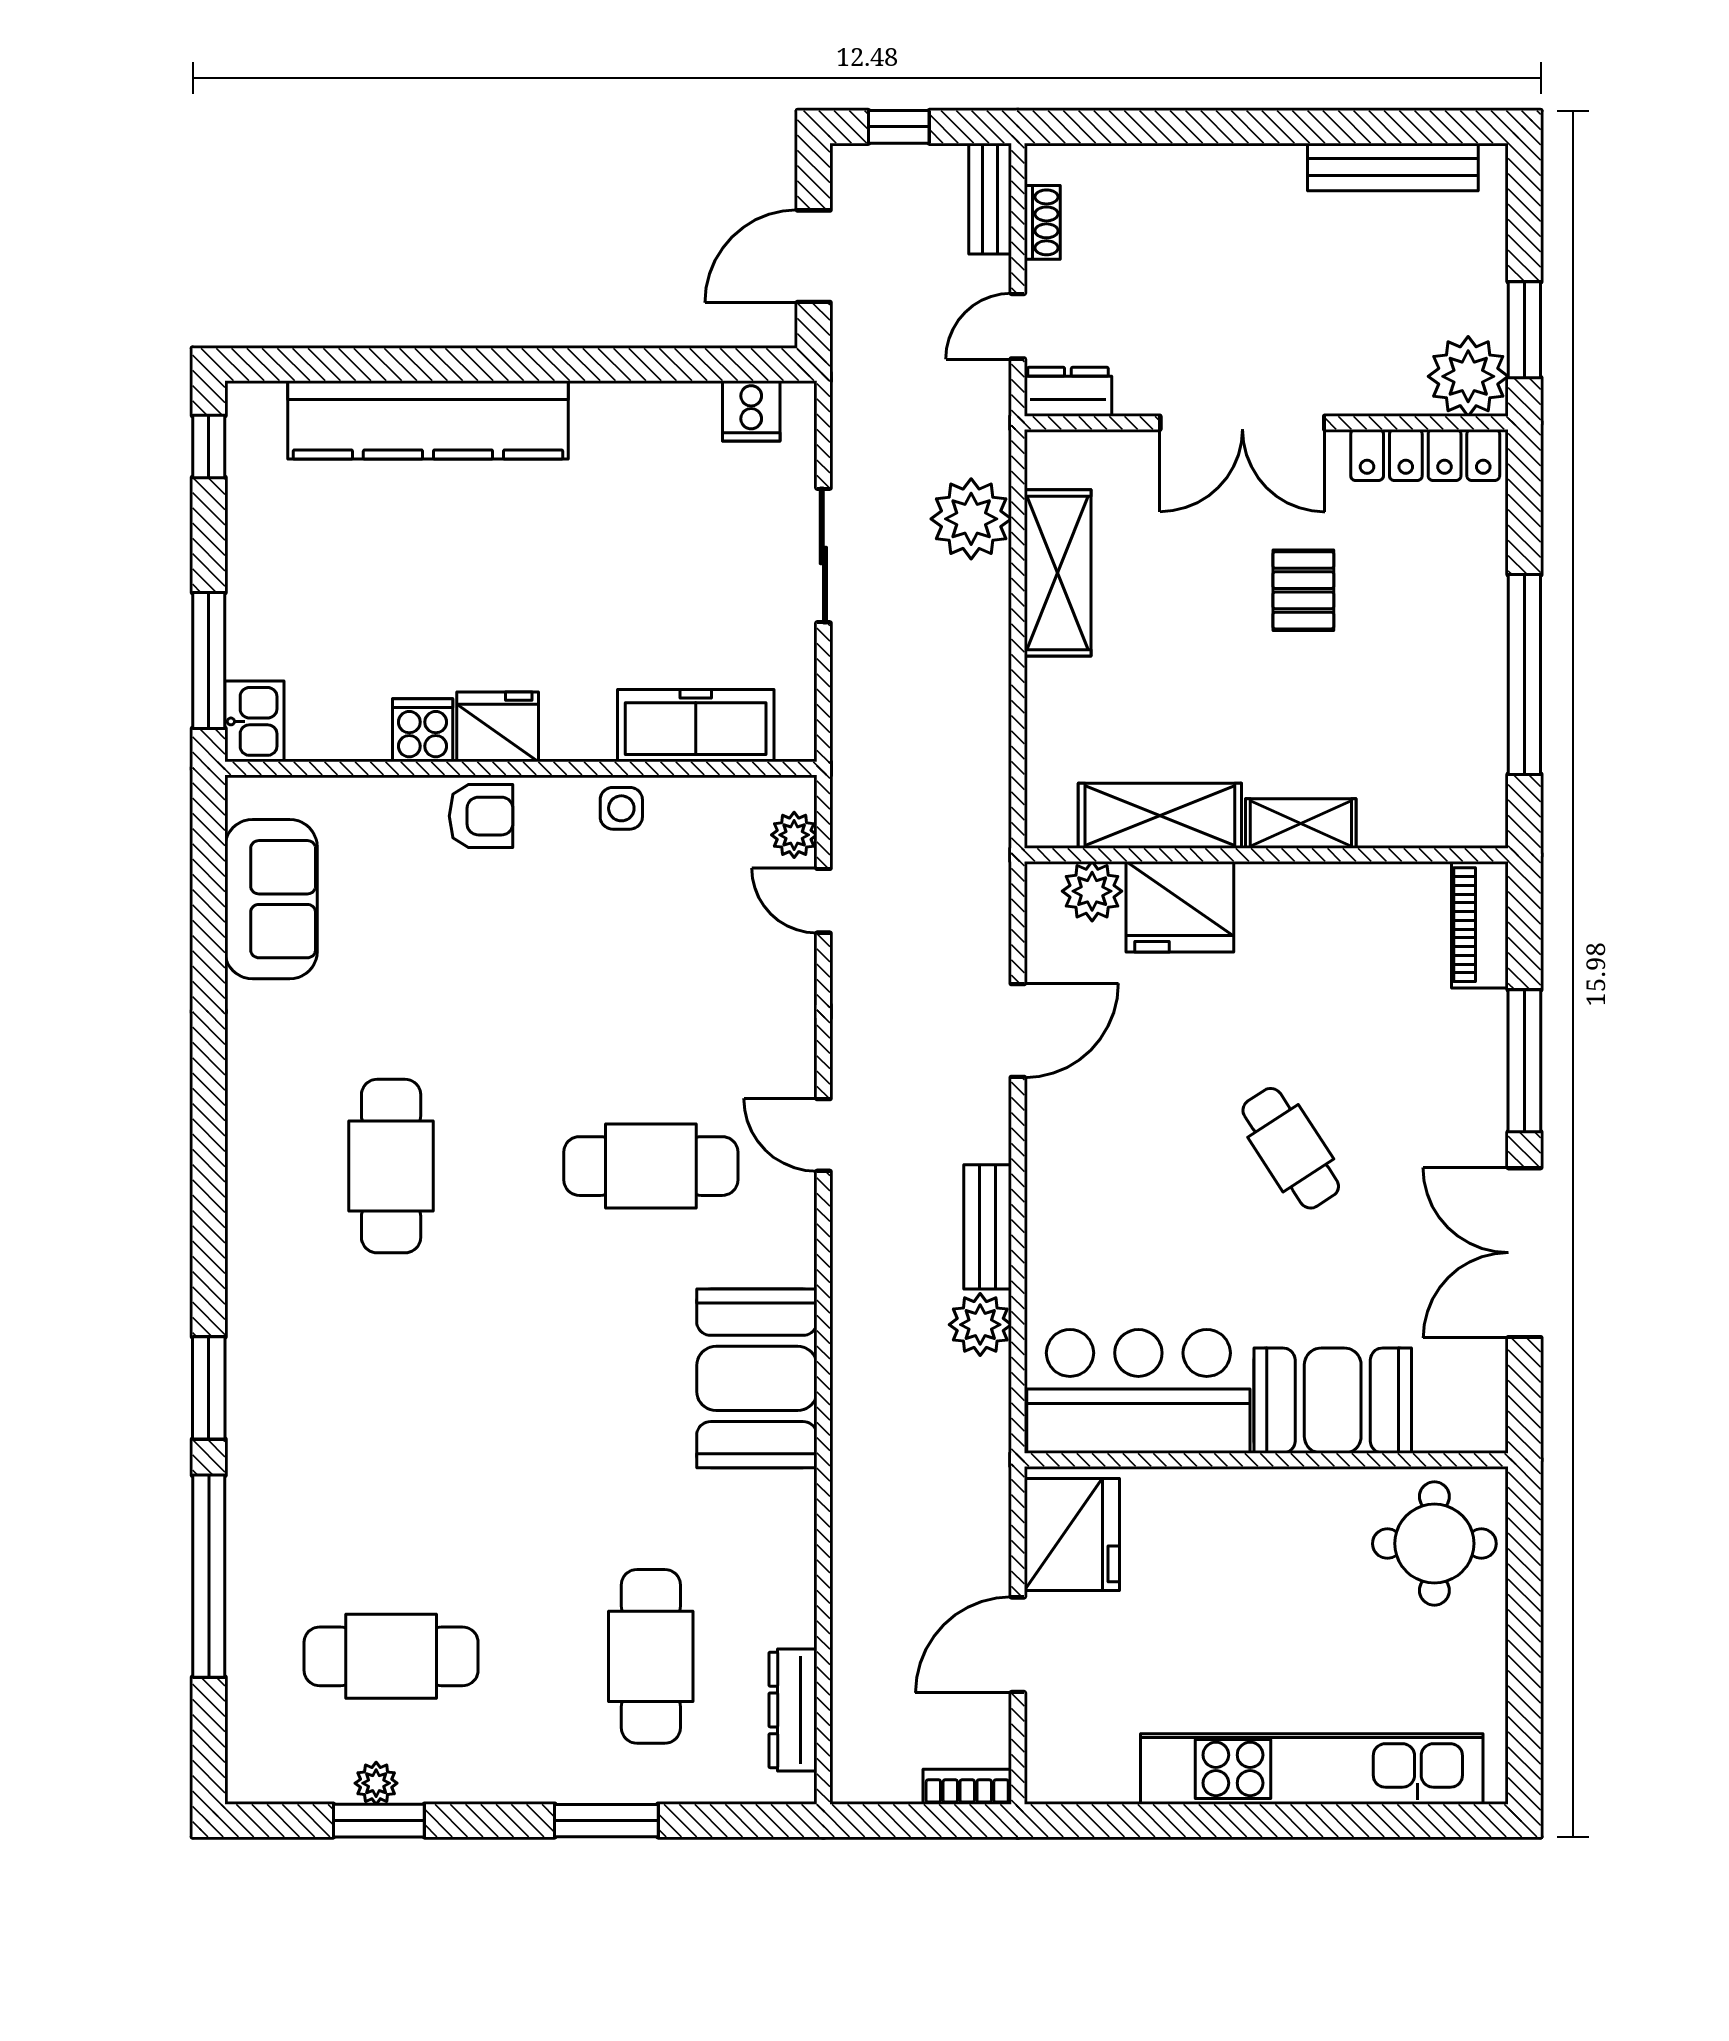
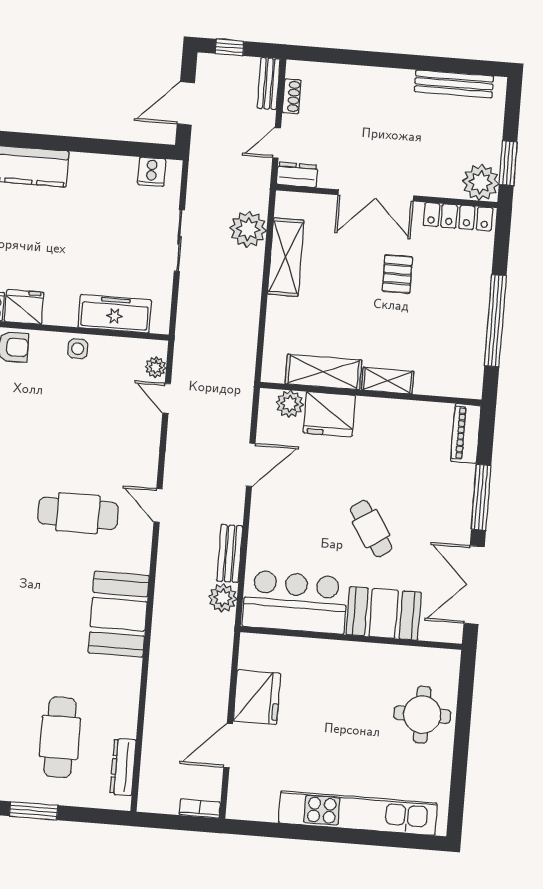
bar counter: (1138, 1391) -> (295, 602), moved
booth: (1333, 1401) -> (384, 613), moved
wall: (1266, 1460) -> (351, 638), moved

